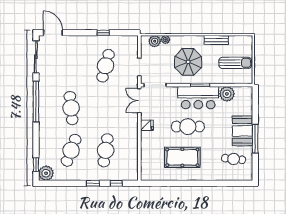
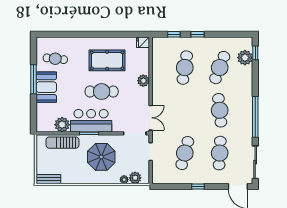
window: (103, 33) -> (198, 186), moved
bench: (216, 40) -> (48, 179), moved
sun lounger: (235, 63) -> (62, 143), moved
cafe table: (71, 66) -> (220, 153), added
fridge: (147, 125) -> (143, 42), moved
plant: (146, 137) -> (143, 81), added
plant: (46, 173) -> (245, 58), moved

